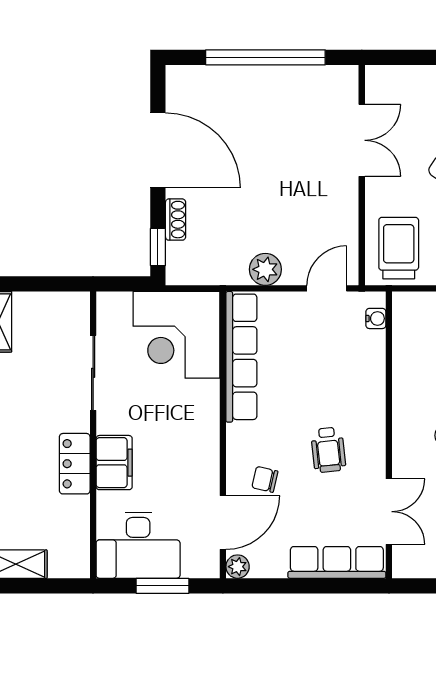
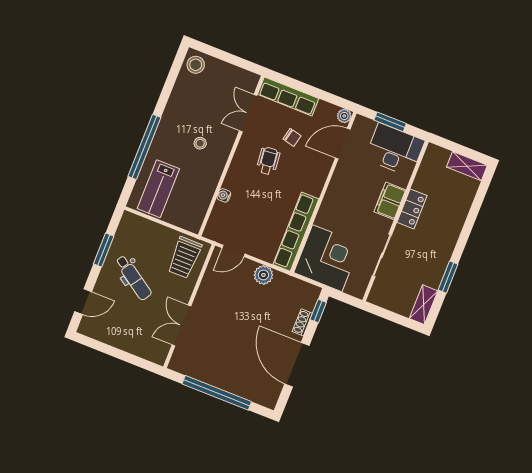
water cooler: (376, 318) -> (224, 195), moved
chair: (265, 479) -> (292, 137), moved

